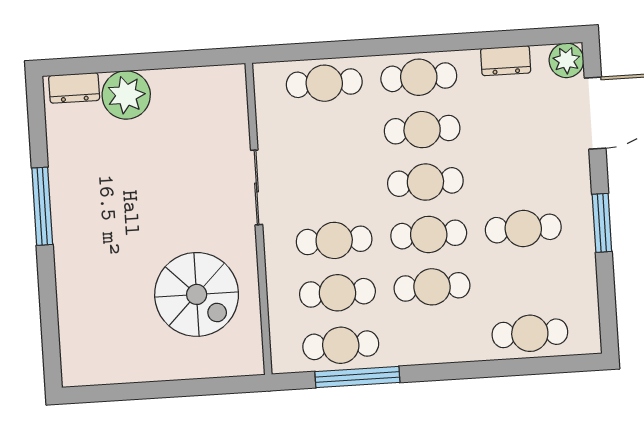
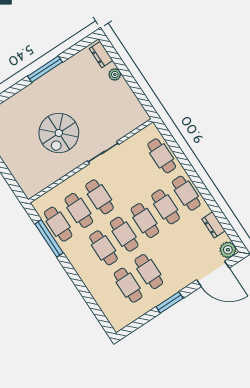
plant: (126, 95) -> (115, 74), width x0.53, depth x0.53
spiral stairs: (197, 294) -> (59, 133), moved
cafe table: (530, 333) -> (128, 285), moved

